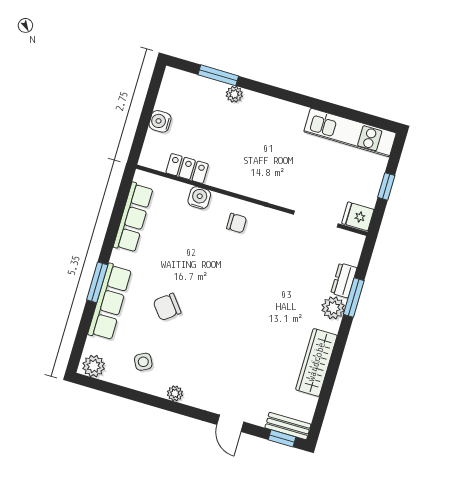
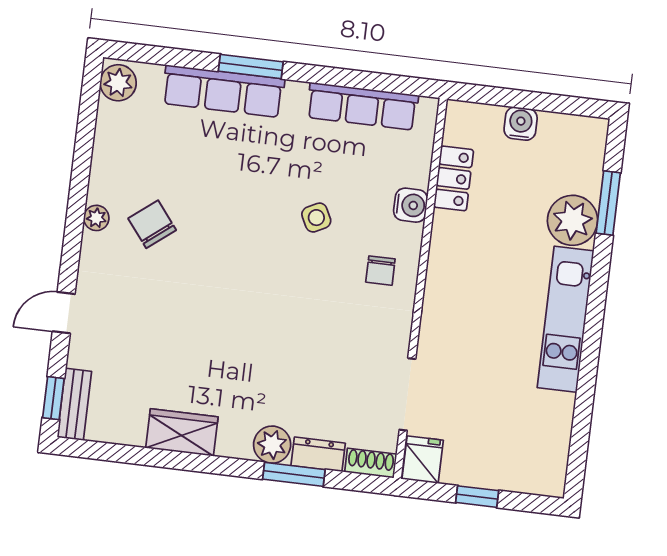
plant: (234, 94) -> (572, 220), width x1.88, depth x1.88
kitchen unit: (350, 132) -> (566, 319), moved
shoe rack: (355, 249) -> (371, 463), added
chair: (167, 307) -> (152, 224), moved
side table: (143, 362) -> (316, 218), moved
wardrobe: (316, 362) -> (182, 432), width x0.67

